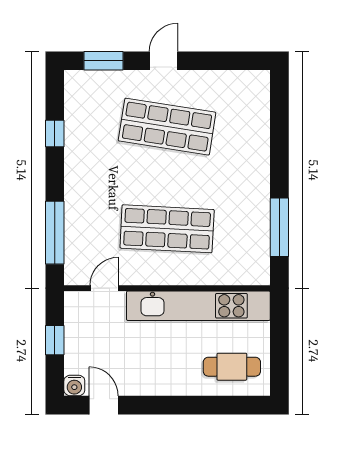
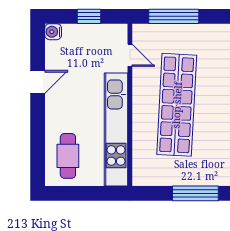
window: (279, 227) -> (195, 193), moved
shop shelf: (167, 229) -> (177, 105), width x1.40
door: (104, 405) -> (38, 82), moved

